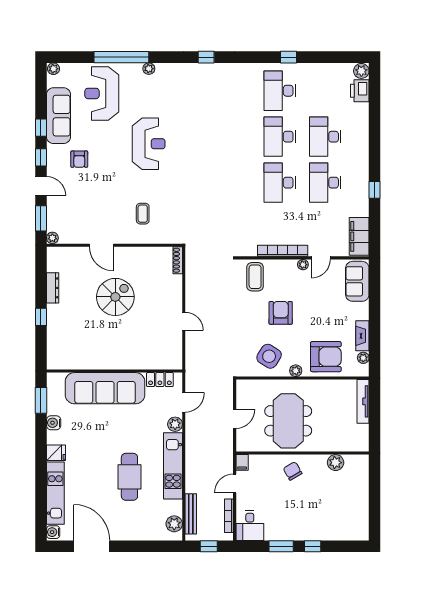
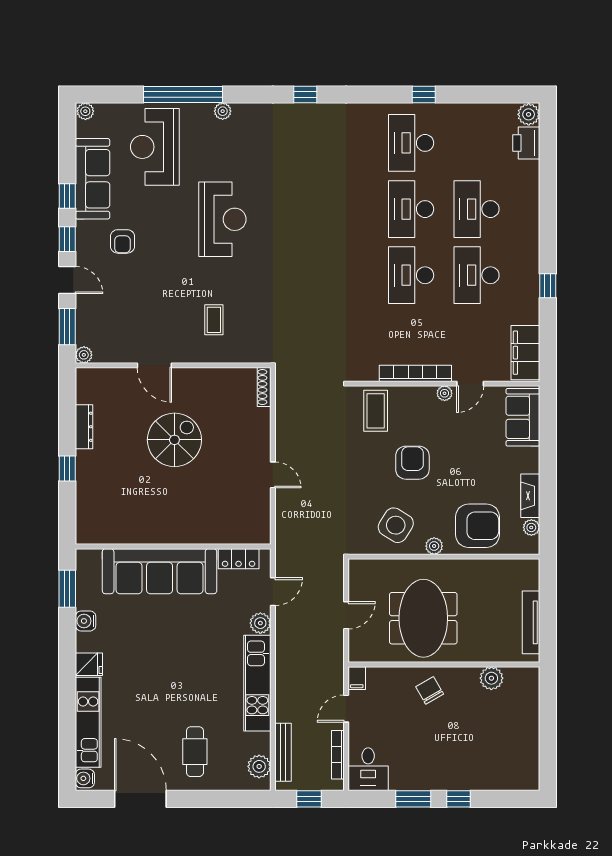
tv unit: (363, 401) -> (531, 622), moved
cafe table: (129, 477) -> (195, 752), moved, width x0.73, depth x0.74

